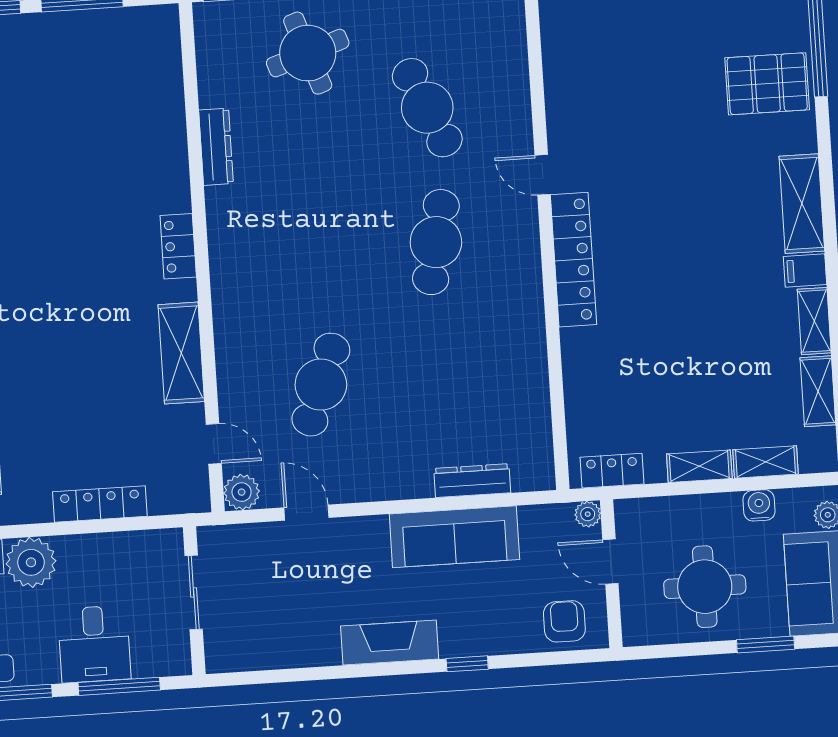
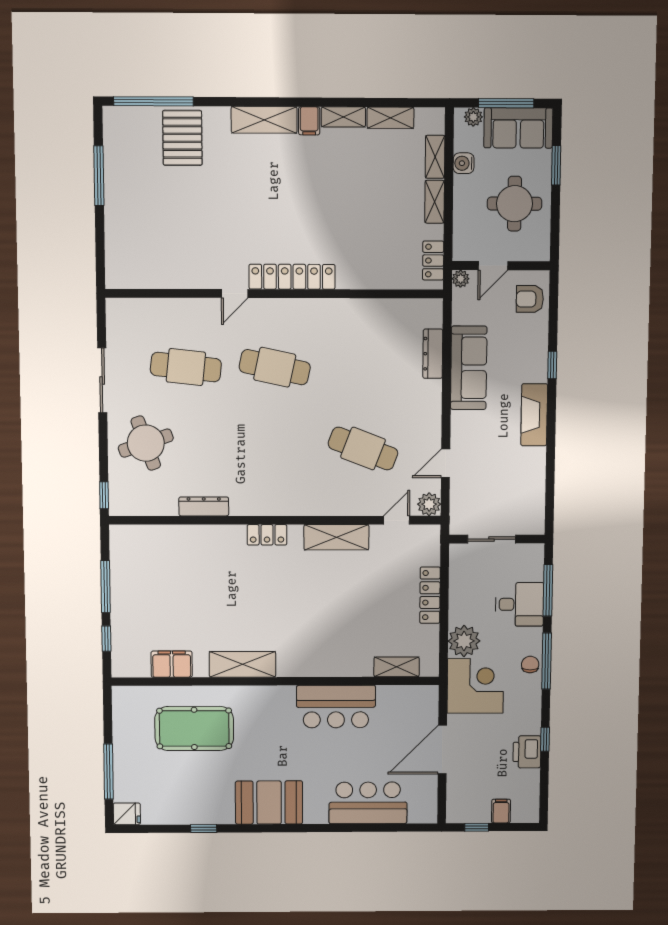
cafe table: (427, 108) -> (186, 367), turned 30

